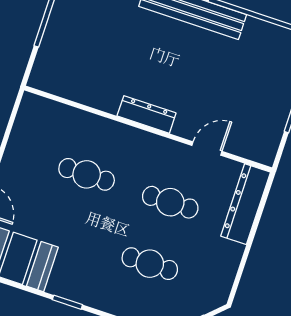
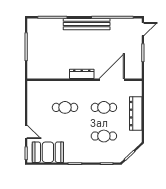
door: (207, 148) -> (112, 80), width x1.88
dresser: (246, 204) -> (136, 114), moved

